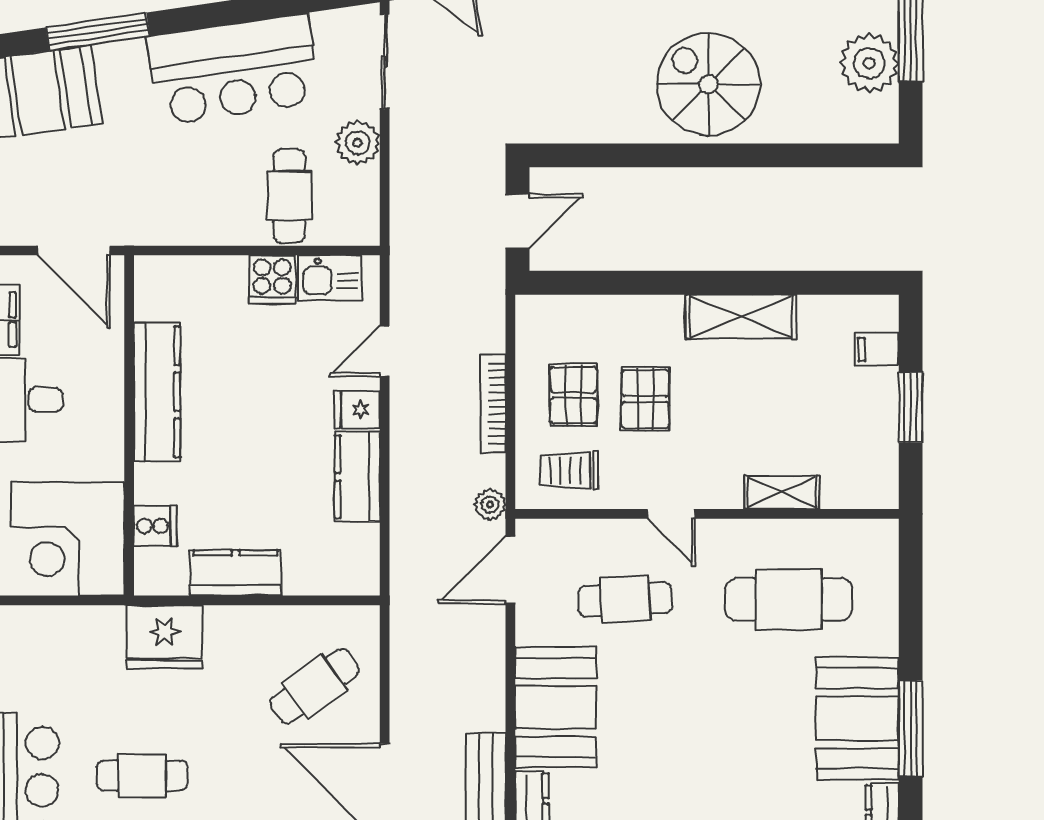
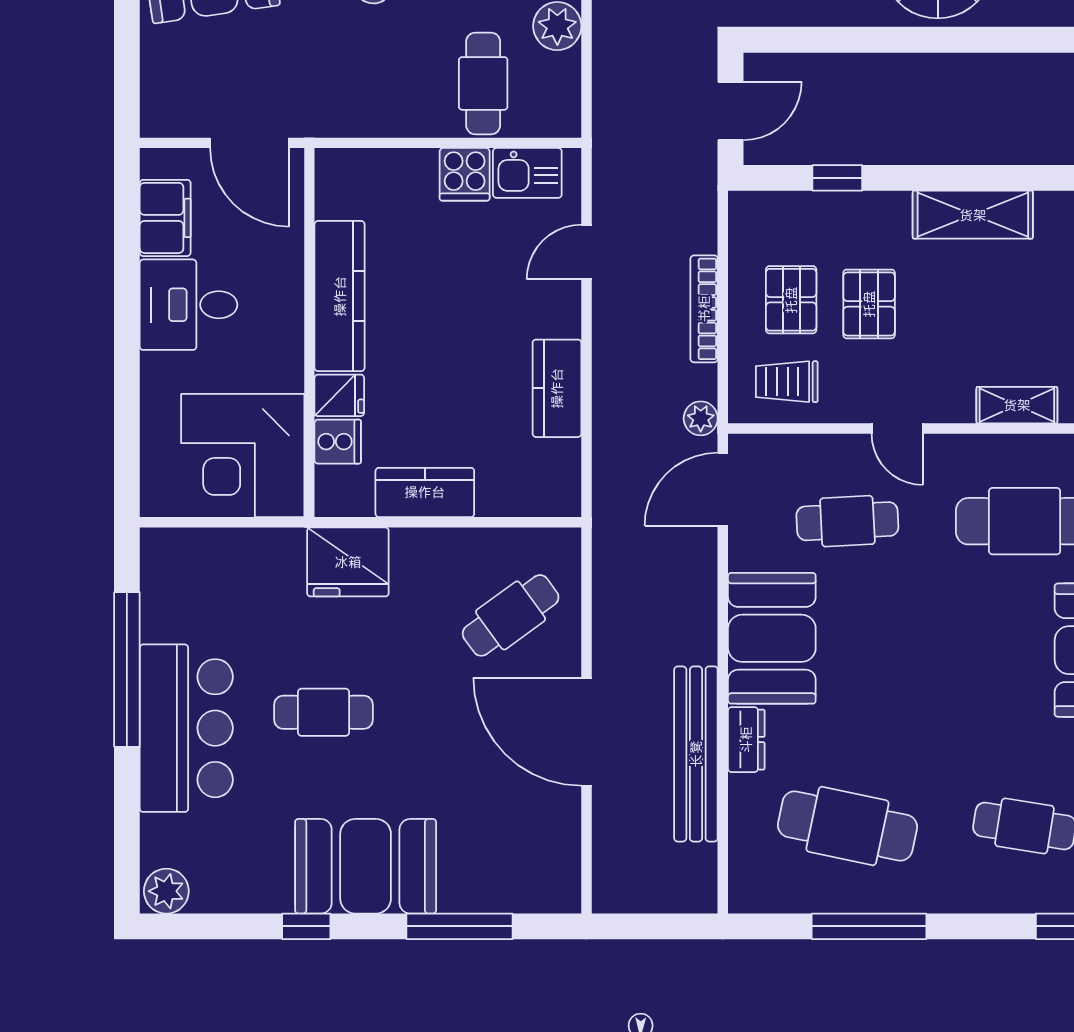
window: (616, 283) -> (837, 178), added
fridge: (357, 410) -> (339, 395), moved, turned 180

